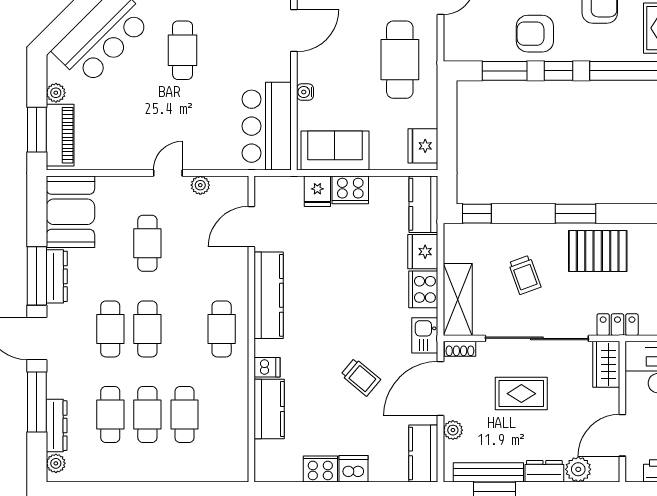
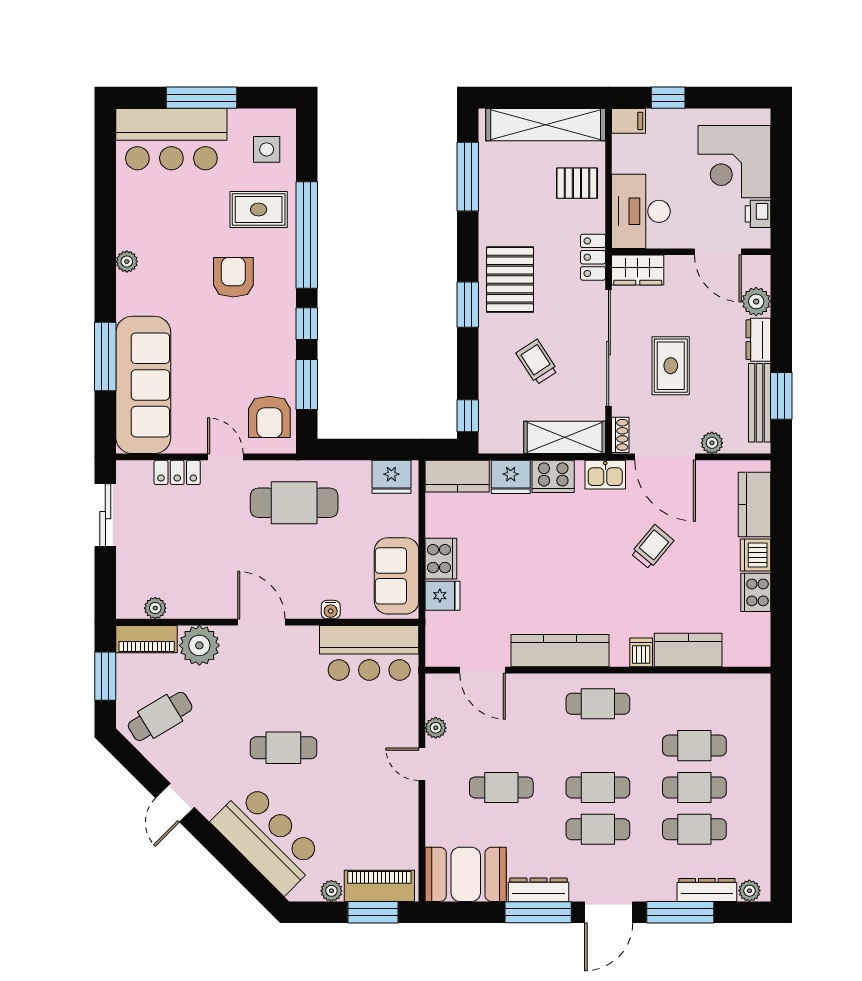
armchair: (535, 34) -> (269, 417), moved
trolley: (525, 275) -> (537, 362), turned -103
kitchen counter: (423, 453) -> (754, 504), moved, turned 90

